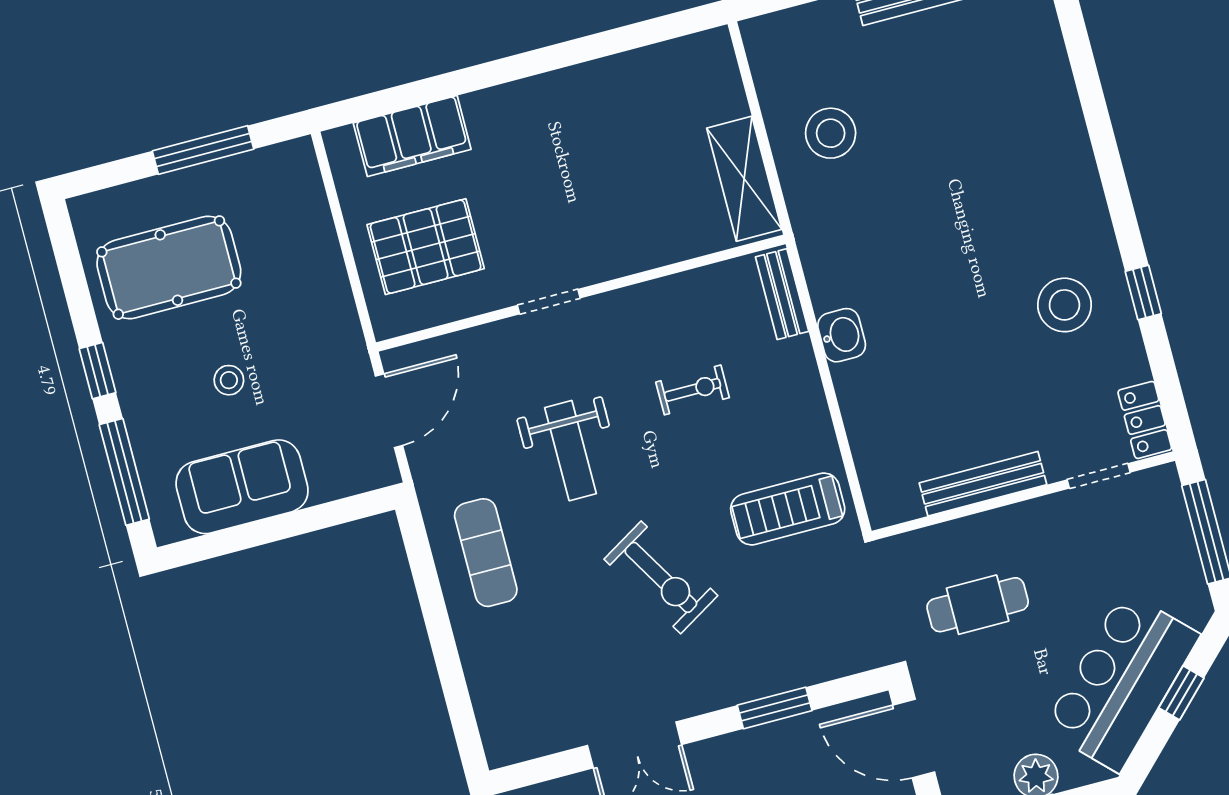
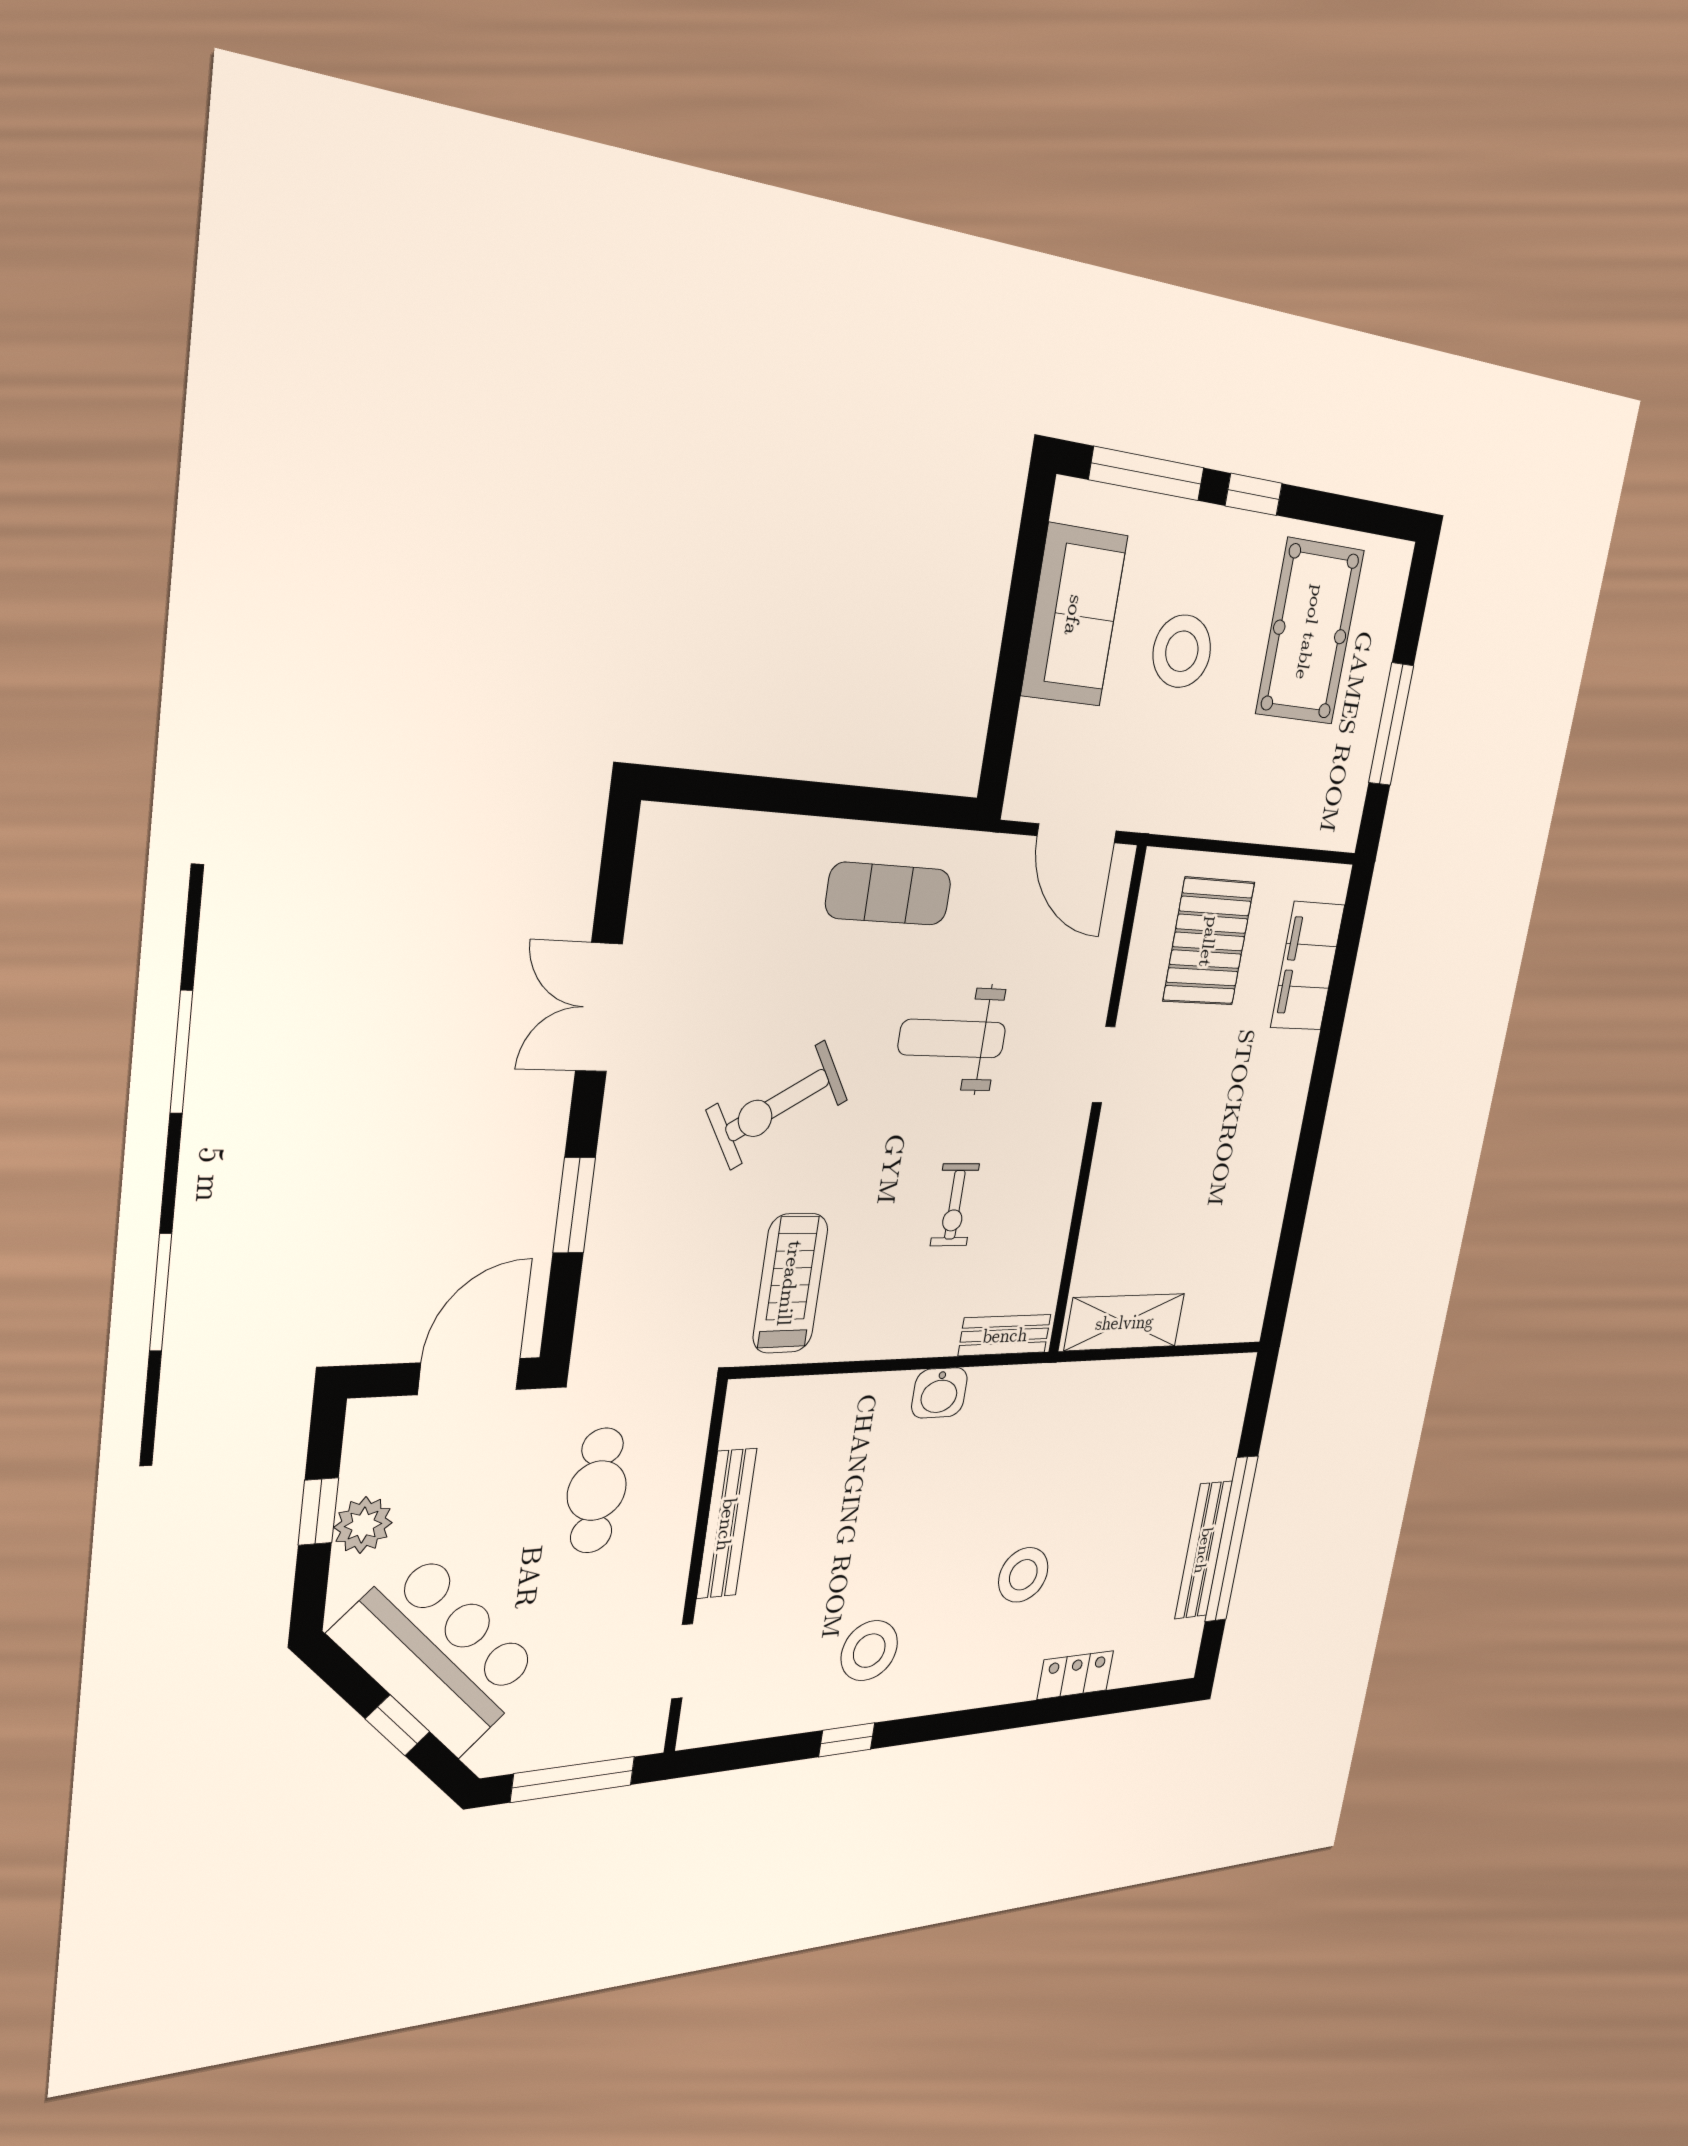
stool: (831, 133) -> (1023, 1575), moved
stool: (229, 380) -> (1182, 651), width x1.89, depth x1.89
locker: (1145, 420) -> (1075, 1675), moved

